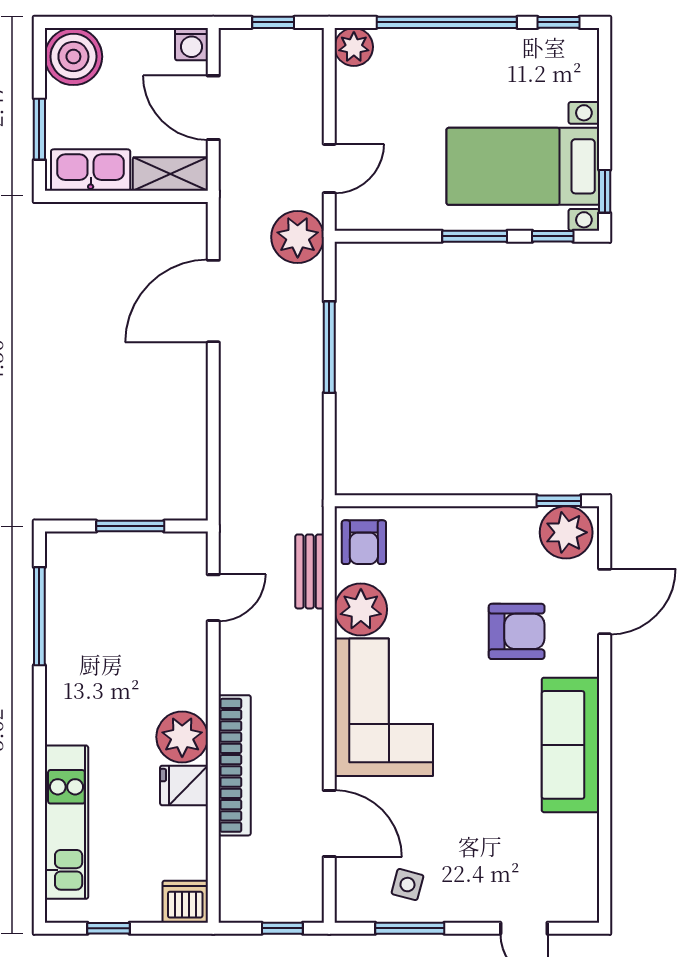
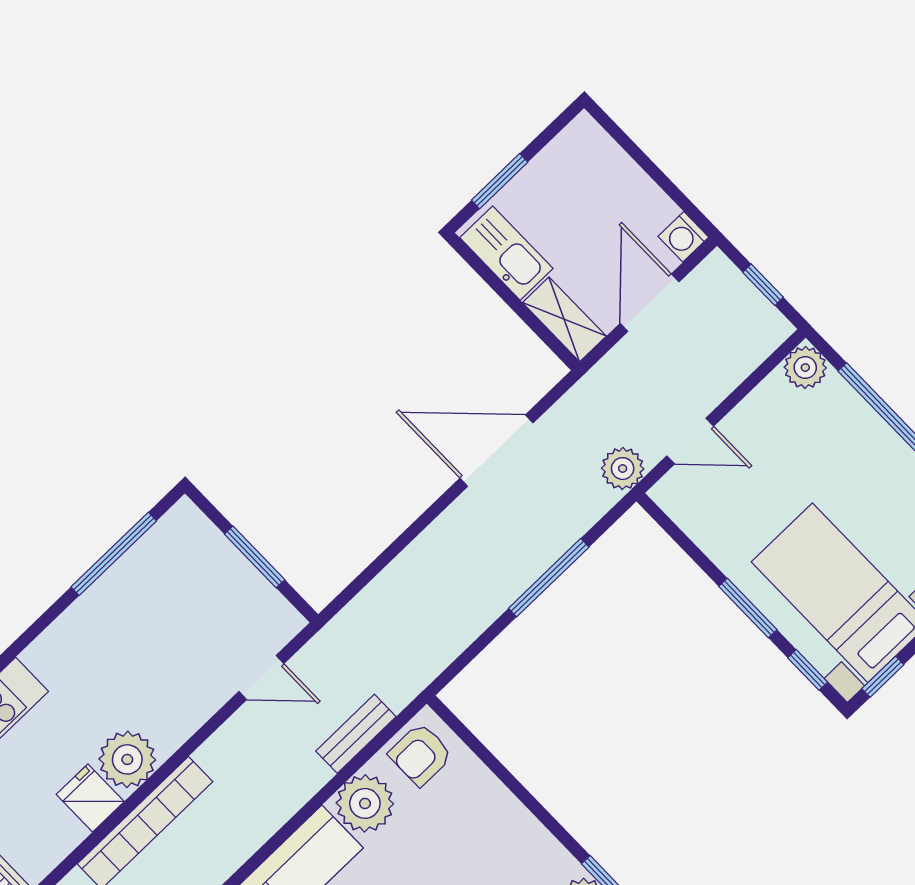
boiler: (73, 57) -> (583, 153), removed
plant: (298, 237) -> (623, 469), width x0.73, depth x0.73

